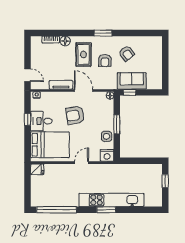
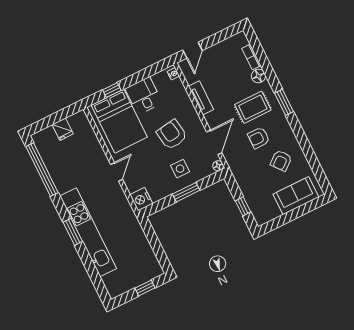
window: (103, 33) -> (284, 102), moved
sofa: (132, 81) -> (296, 196), moved, turned -90
door: (84, 90) -> (214, 142), moved
window: (129, 92) -> (243, 206), moved
window: (28, 119) -> (112, 90), moved
side table: (106, 136) -> (180, 169), moved
door: (82, 163) -> (117, 172), hinge flipped
fridge: (37, 169) -> (63, 129), moved

